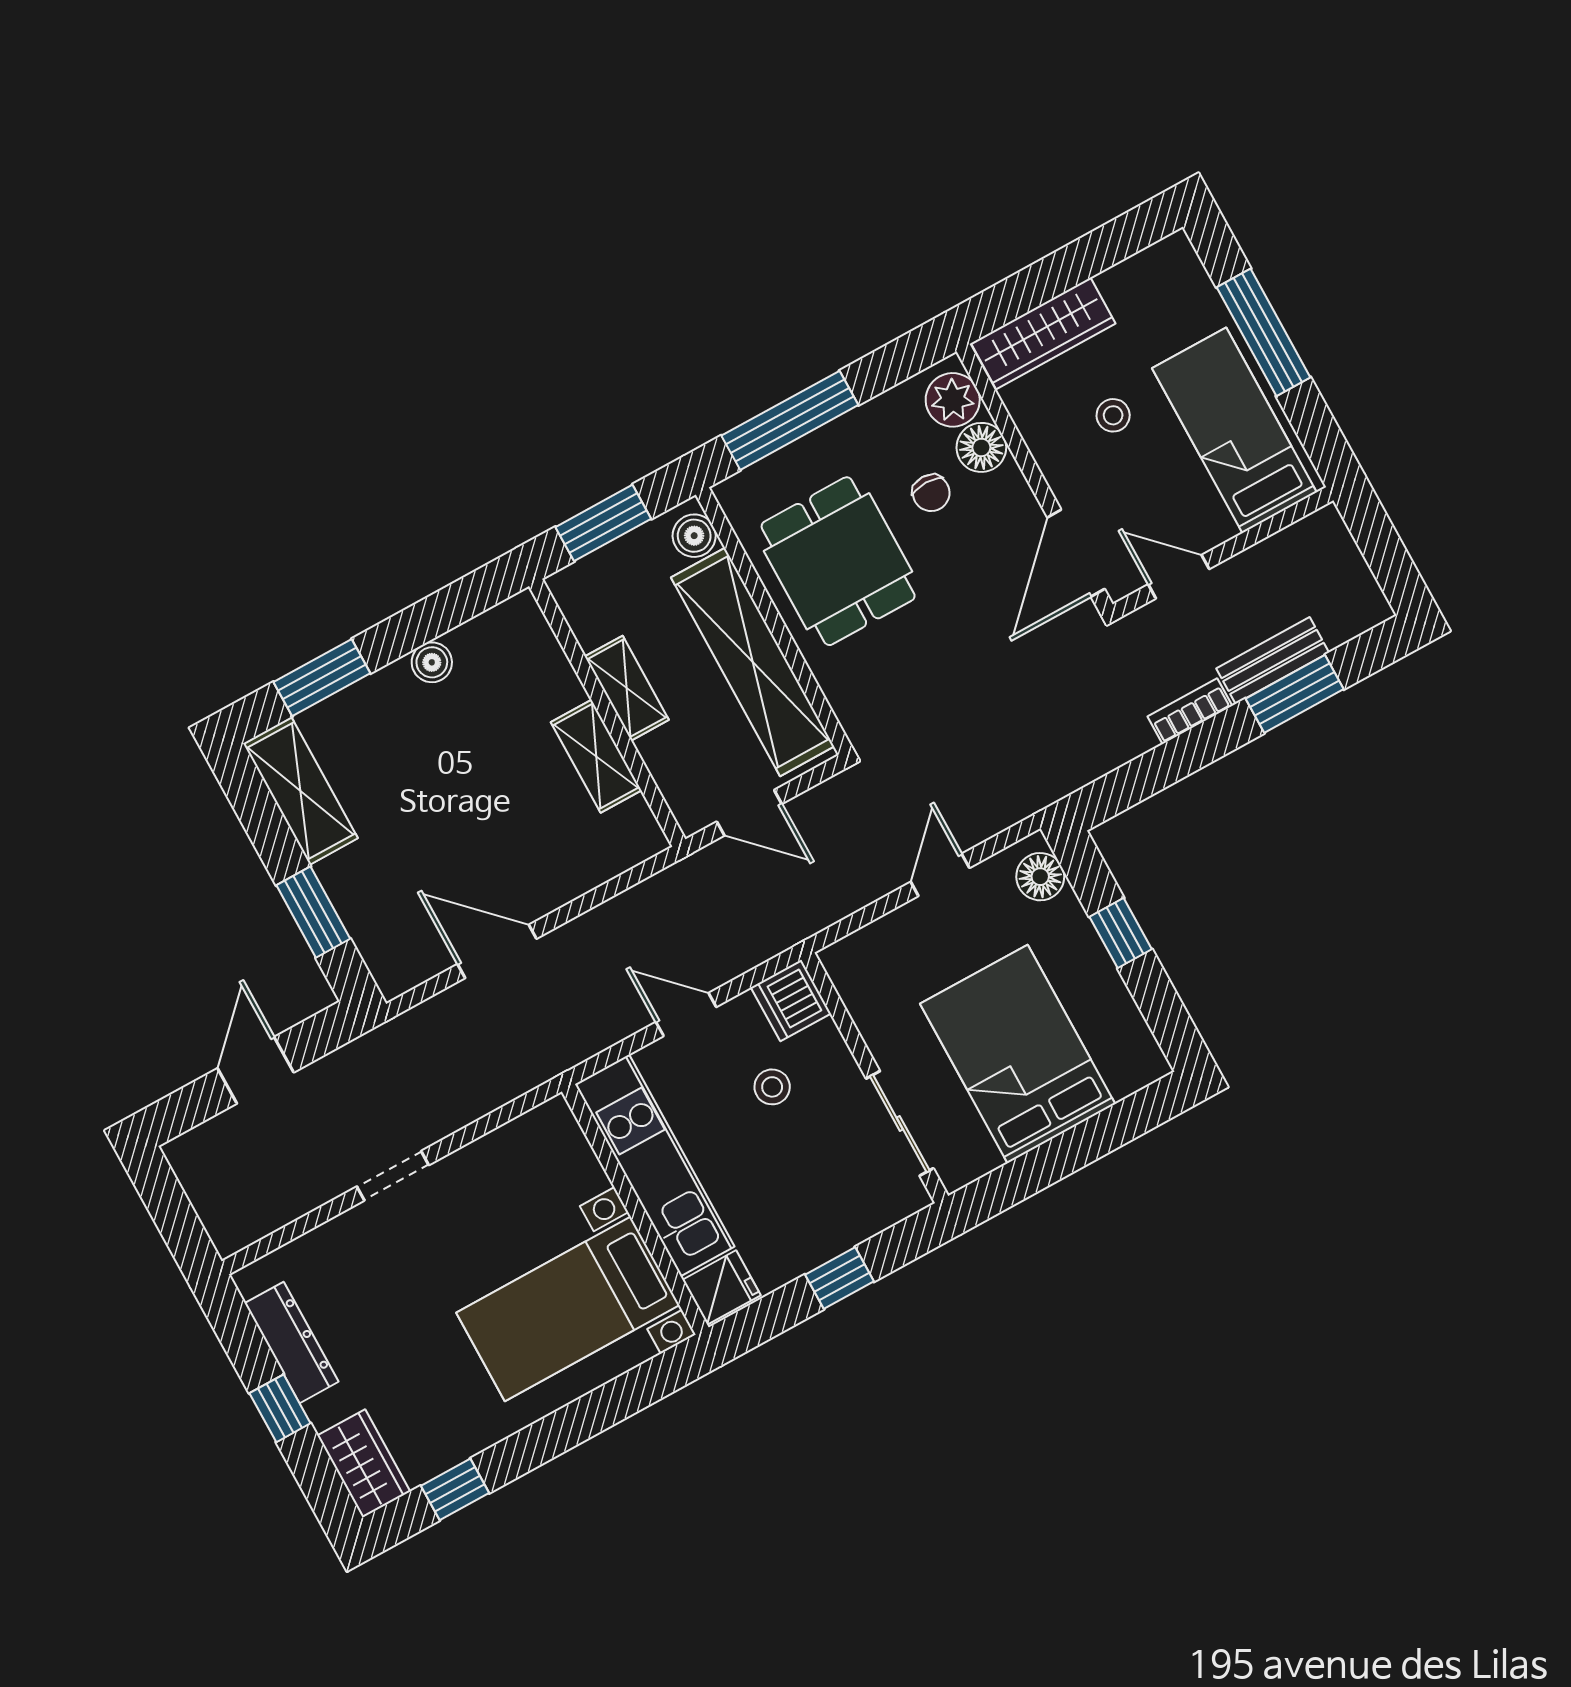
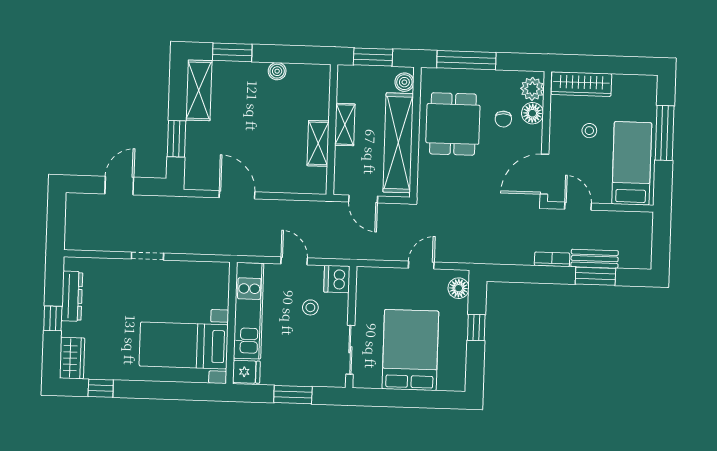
window: (839, 1278) -> (293, 395), width x1.50

